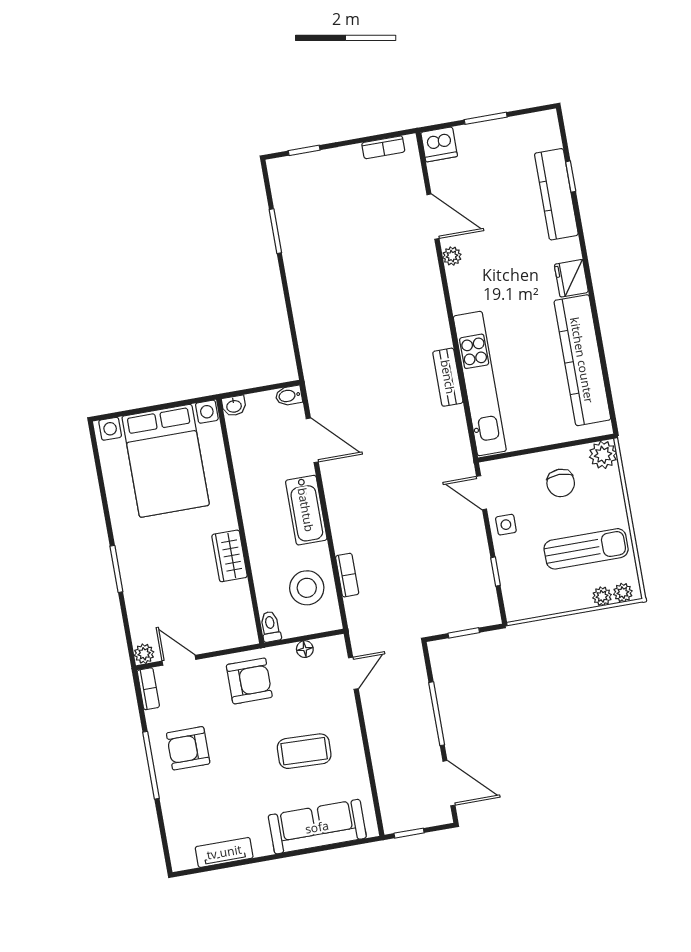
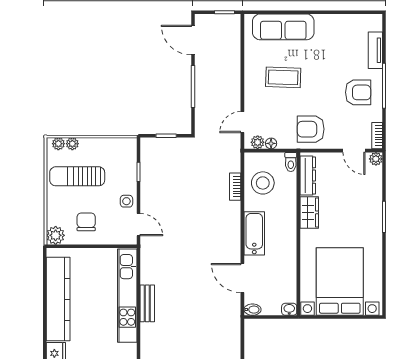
dresser: (241, 611) -> (308, 175), added
plant: (325, 647) -> (258, 142), added
tv unit: (224, 852) -> (375, 50), moved, turned 90

